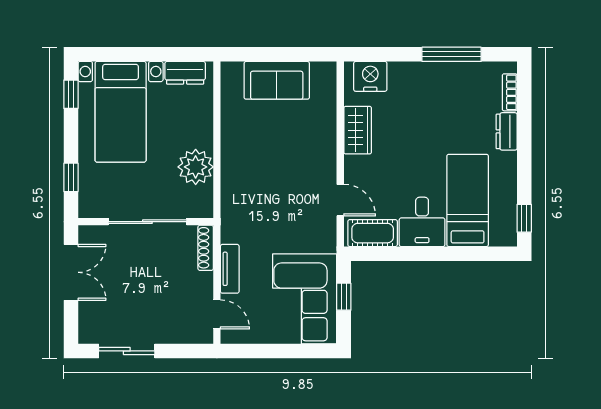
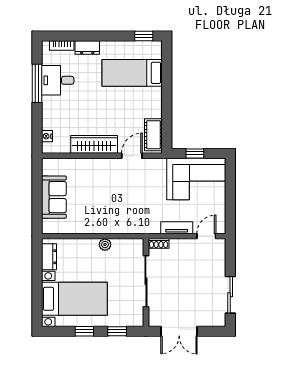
nightstand: (370, 76) -> (47, 136), width x0.53, depth x0.56
window: (71, 94) -> (84, 331), moved
wardrobe: (358, 130) -> (94, 144), width x1.50
plant: (196, 167) -> (105, 245), width x0.53, depth x0.53
desk: (422, 222) -> (58, 80), moved, turned 180
shoe rack: (206, 248) -> (159, 243), width x0.70
double door: (71, 272) -> (179, 331), swing flipped

